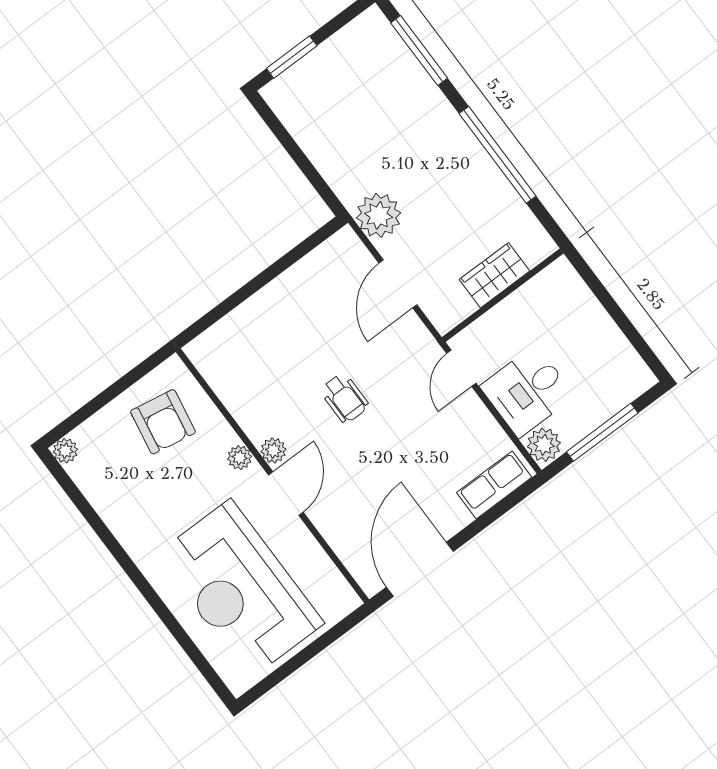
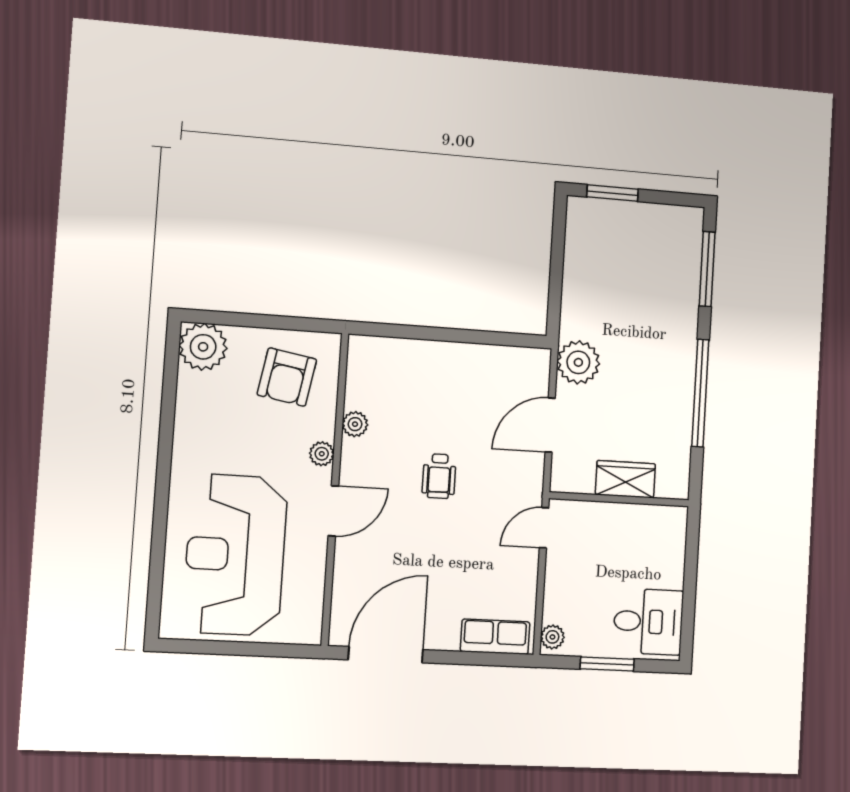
desk: (527, 391) -> (648, 622), moved, turned 180
window: (602, 432) -> (607, 664), width x0.69
plant: (544, 445) -> (552, 637), width x0.73, depth x0.73
plant: (273, 450) -> (355, 424), moved
plant: (65, 451) -> (203, 347), width x1.87, depth x1.87

